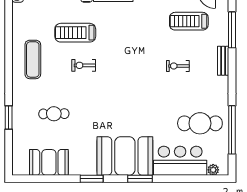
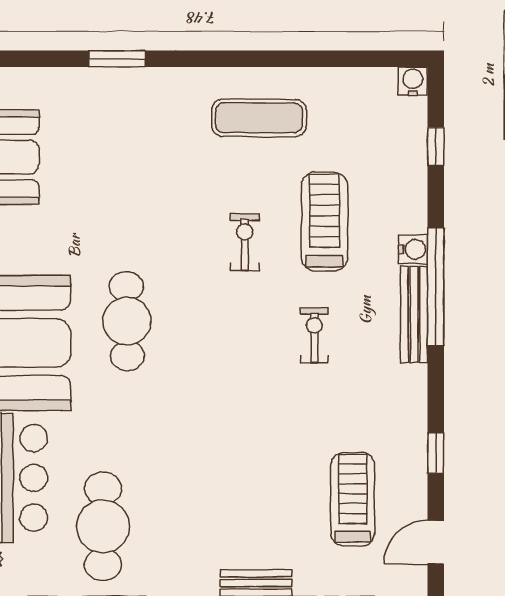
exercise bike: (178, 66) -> (314, 335), moved
cafe table: (54, 114) -> (127, 321), moved, width x1.37, depth x1.35

